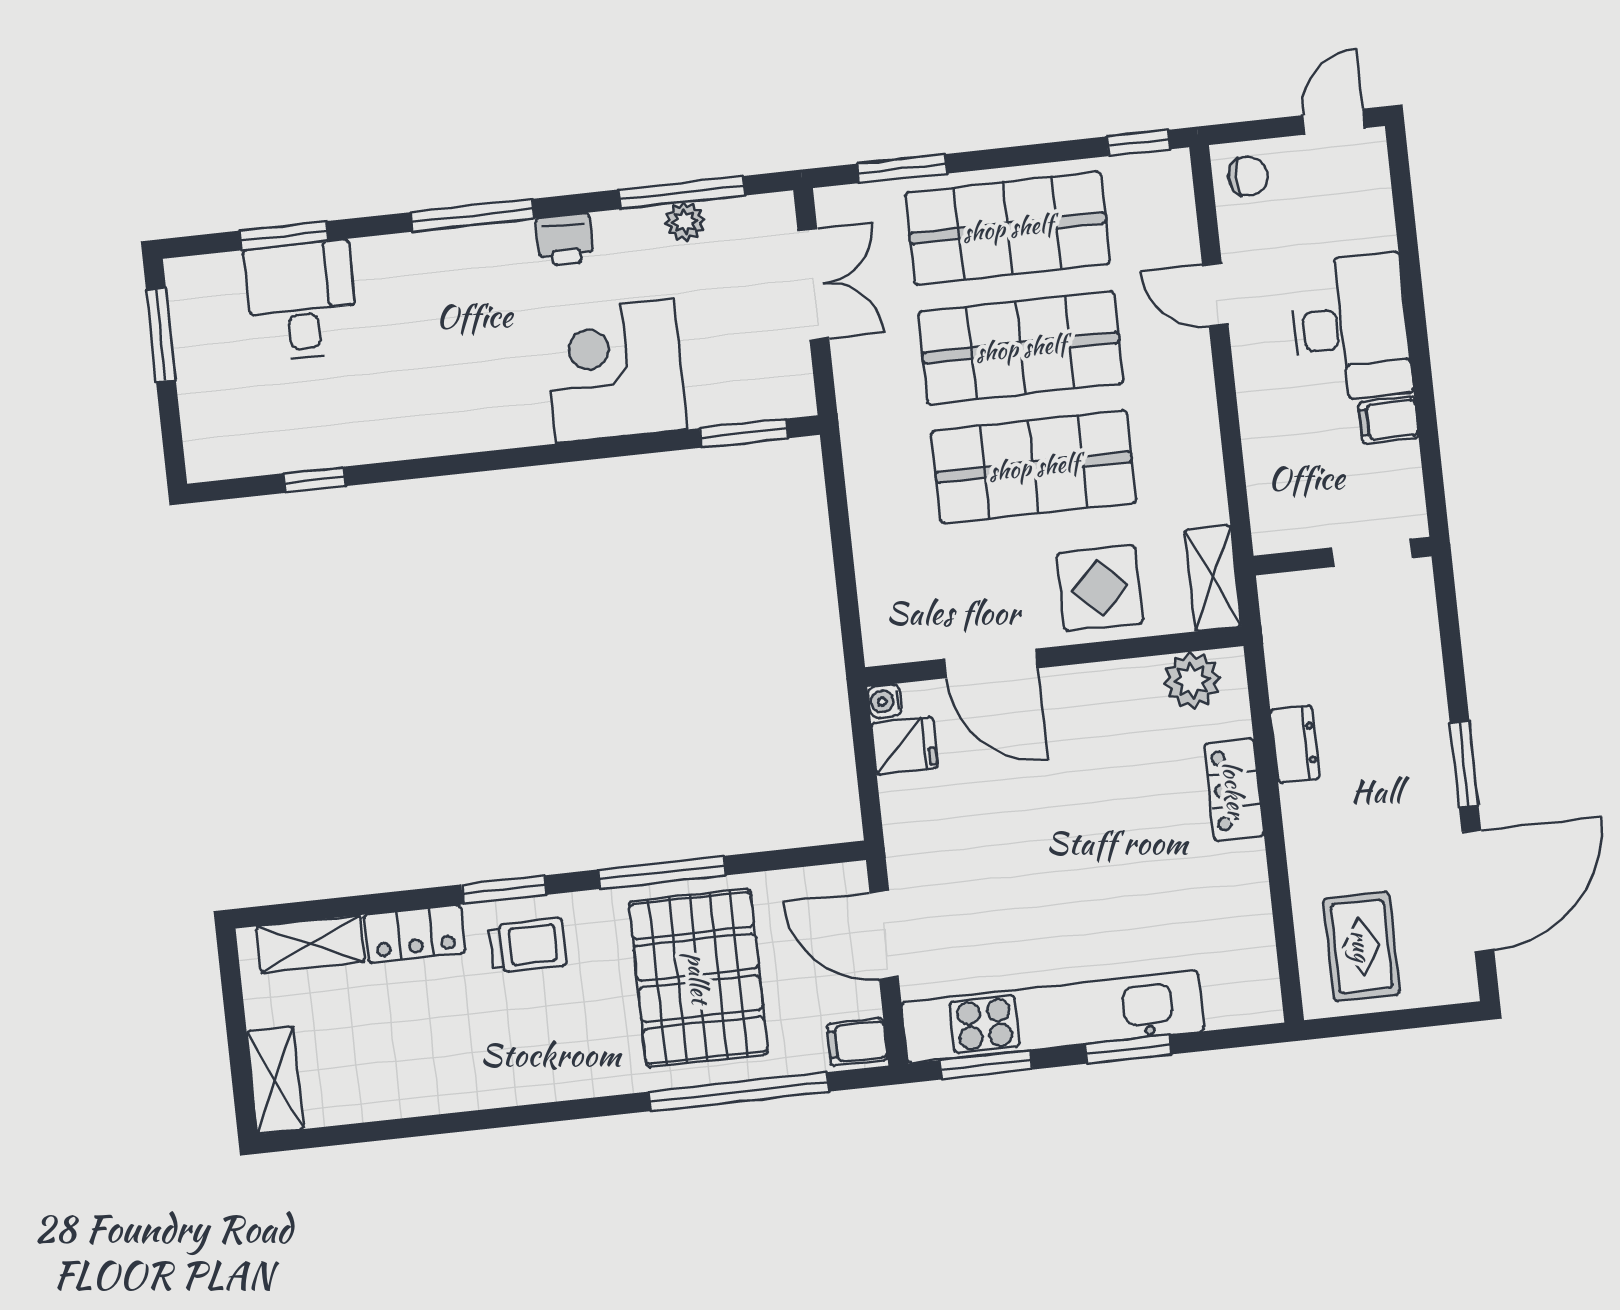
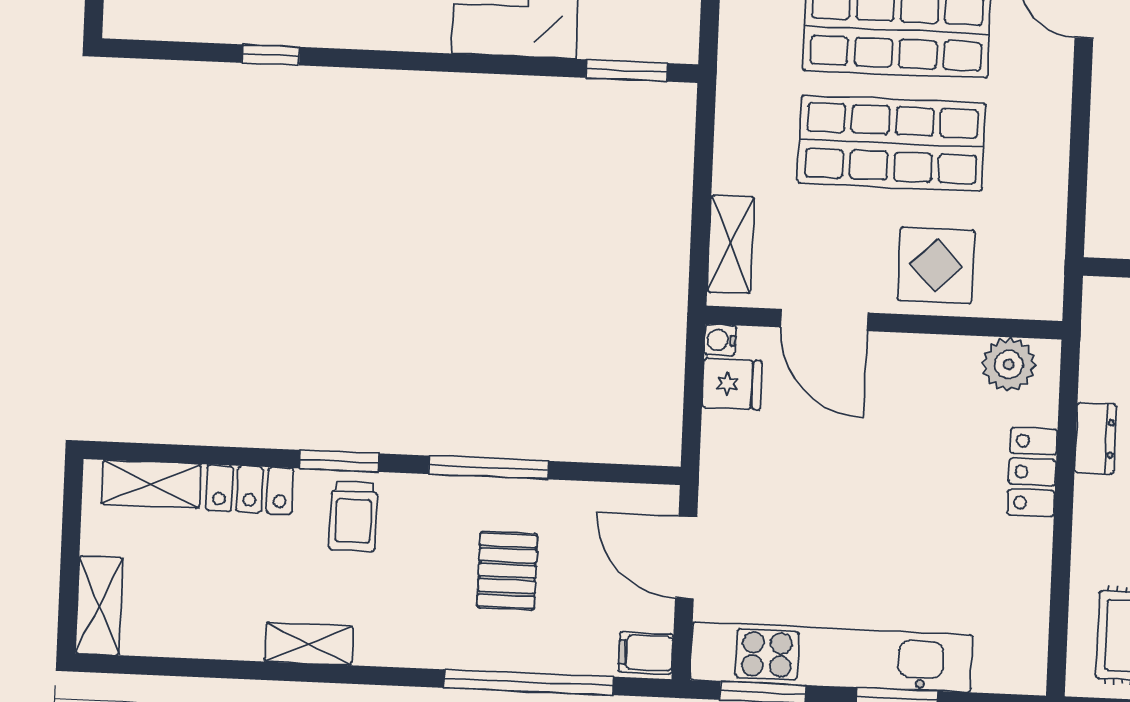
window: (315, 480) -> (271, 55), moved
shelving: (1213, 578) -> (731, 244), moved
trolley: (528, 945) -> (353, 516), turned 90
pallet: (698, 978) -> (507, 571), width x0.49, depth x0.50
shelving: (502, 1087) -> (309, 644), added

